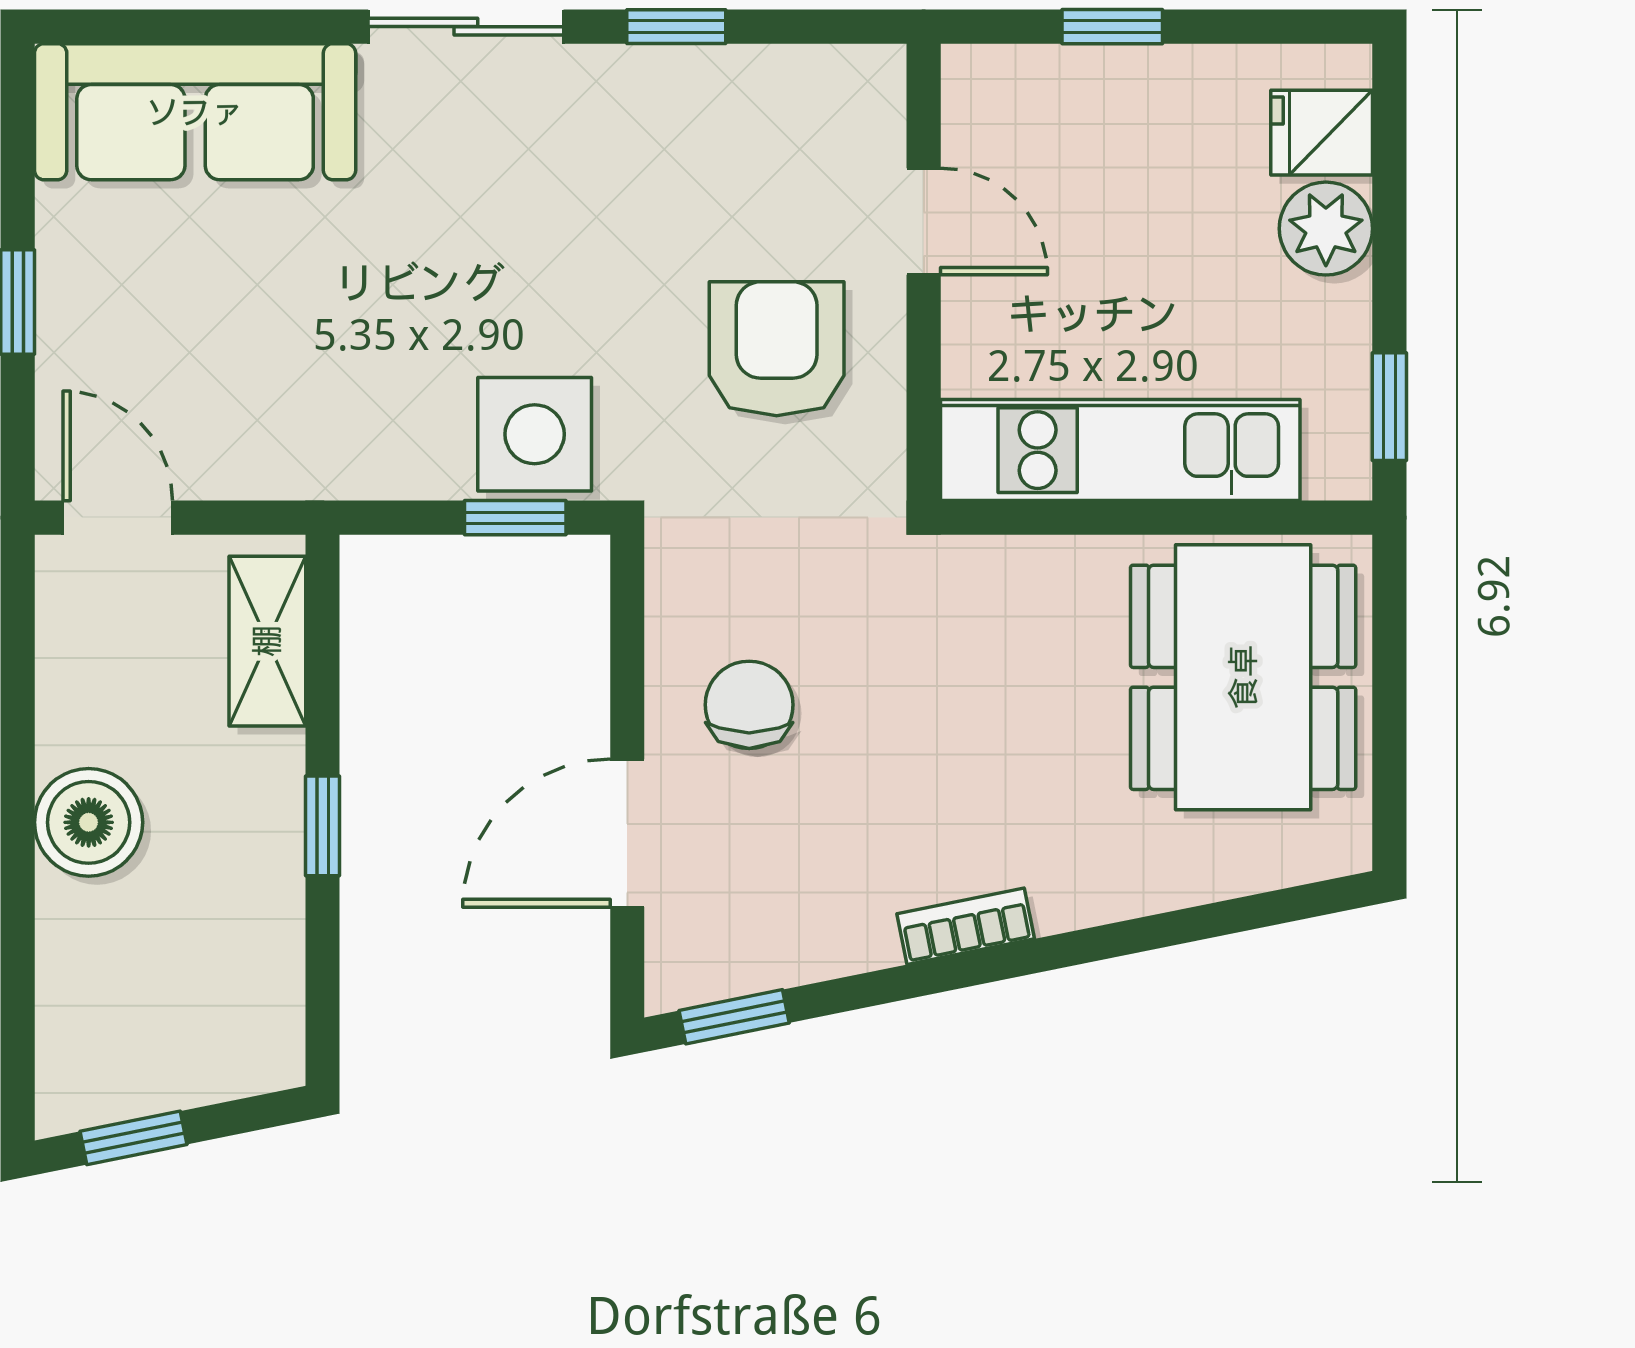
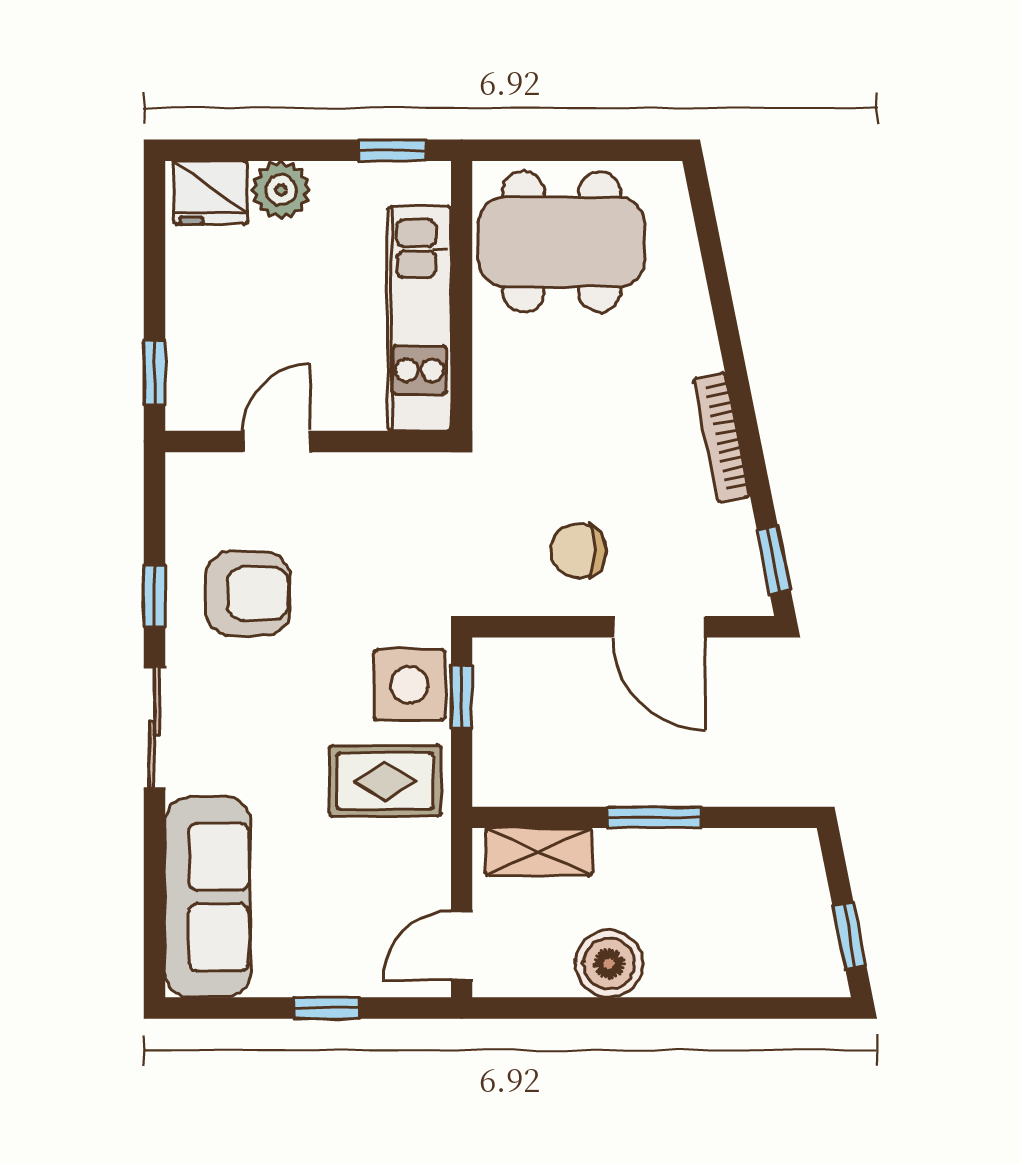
window: (1112, 27) -> (155, 372), moved
fridge: (1322, 133) -> (211, 193), width x1.38
armchair: (777, 349) -> (248, 593), moved, turned 180
rug: (381, 395) -> (385, 781), added
boiler: (89, 822) -> (609, 964), moved
window: (322, 826) -> (654, 817), width x1.50
bookcase: (966, 926) -> (722, 438), width x1.56

